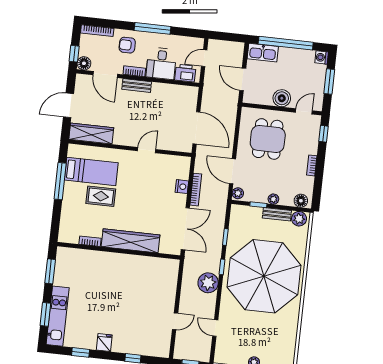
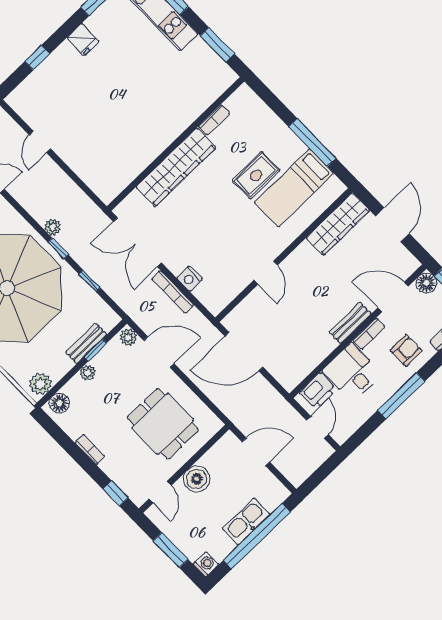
kitchen sink: (263, 53) -> (246, 522), moved
bench: (277, 214) -> (86, 343), moved
plant: (208, 283) -> (53, 227), width x0.53, depth x0.53

